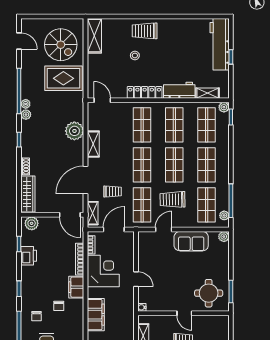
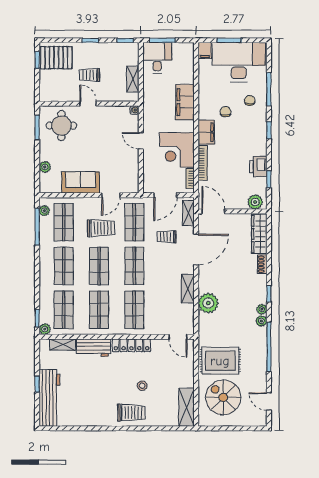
plant: (26, 104) -> (262, 309), moved
plant: (224, 237) -> (45, 167), moved

